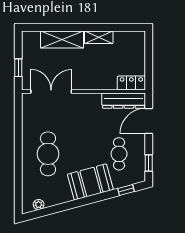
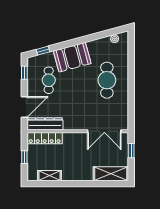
shelving: (99, 37) -> (50, 176), moved
shelving: (62, 40) -> (111, 174), moved
window: (149, 60) -> (24, 157), added
locker: (131, 83) -> (45, 138), width x1.53

